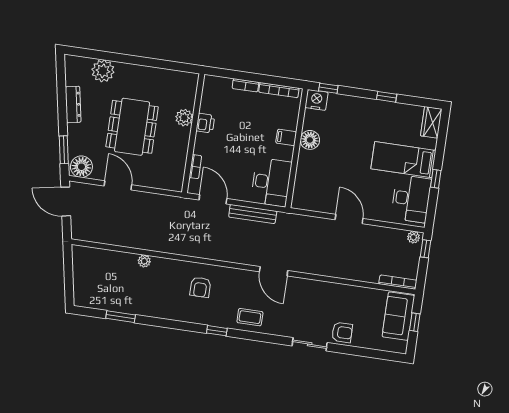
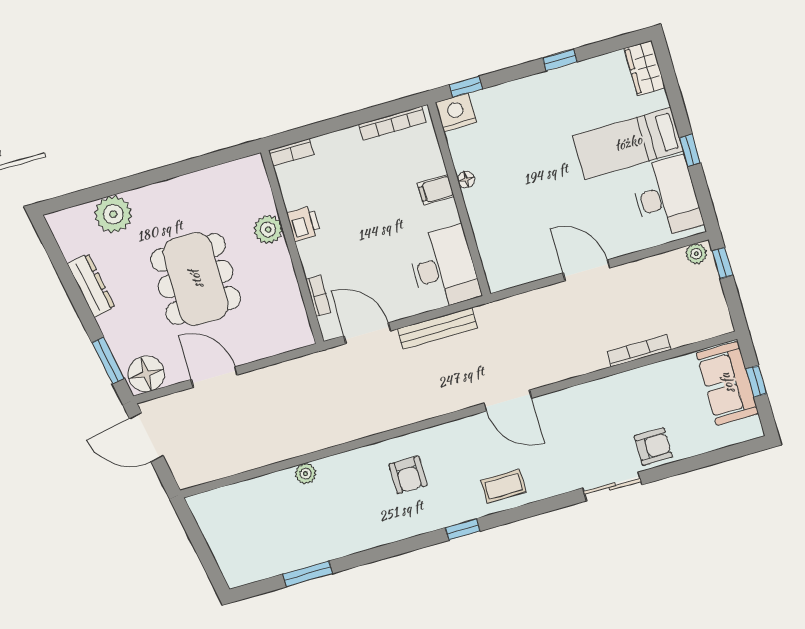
bookcase: (245, 85) -> (291, 152), moved
floor lamp: (310, 140) -> (466, 180), width x0.53, depth x0.53
bookcase: (398, 282) -> (639, 351), moved

